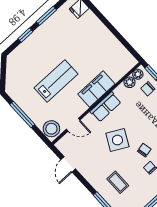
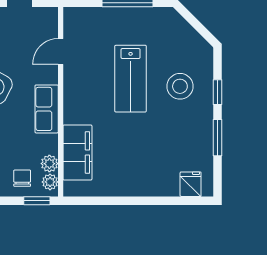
filing cabinet: (96, 89) -> (77, 152), moved
stool: (51, 129) -> (180, 86), moved

